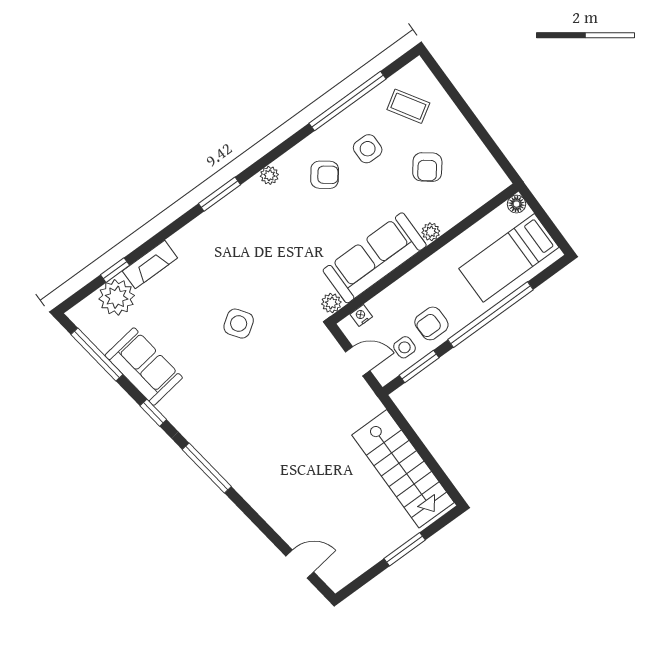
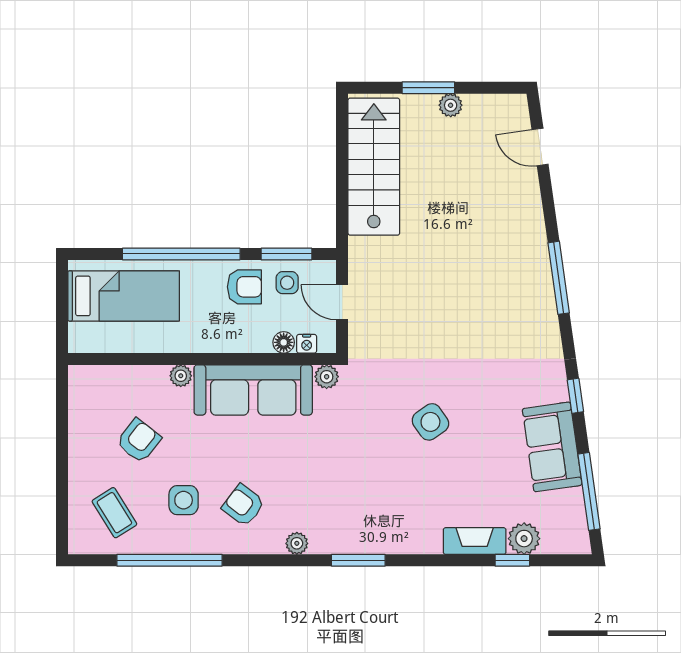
floor lamp: (516, 204) -> (284, 342), moved
plant: (117, 297) -> (524, 539), width x0.73, depth x0.73
window: (207, 468) -> (559, 278), moved
plant: (381, 548) -> (451, 105), added

